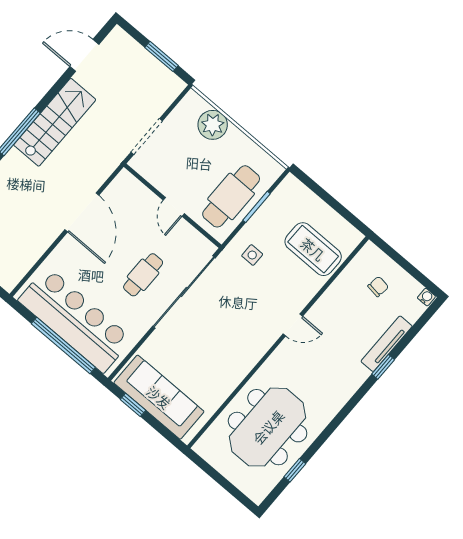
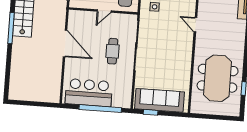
door: (174, 207) -> (104, 11), hinge flipped
bar counter: (75, 320) -> (89, 93), width x0.73
door: (293, 325) -> (195, 25), swing flipped

